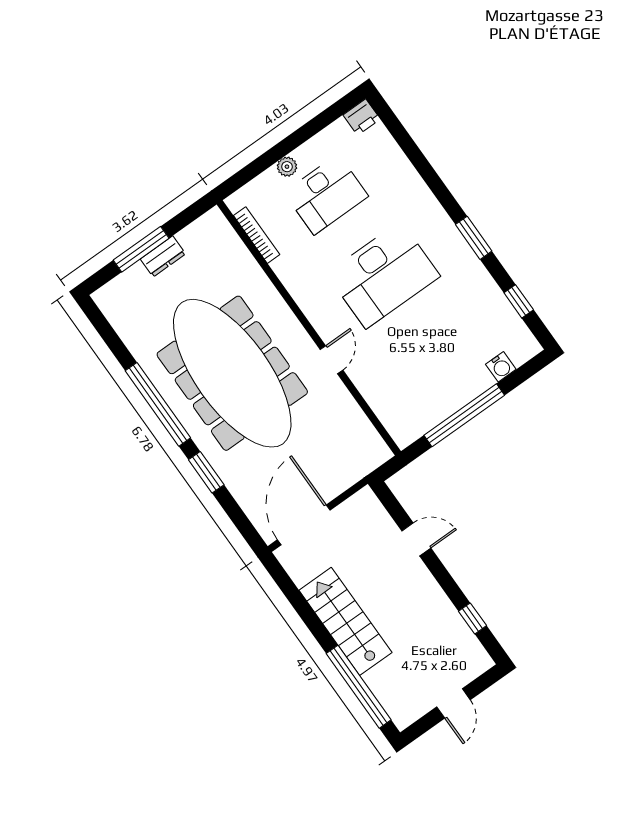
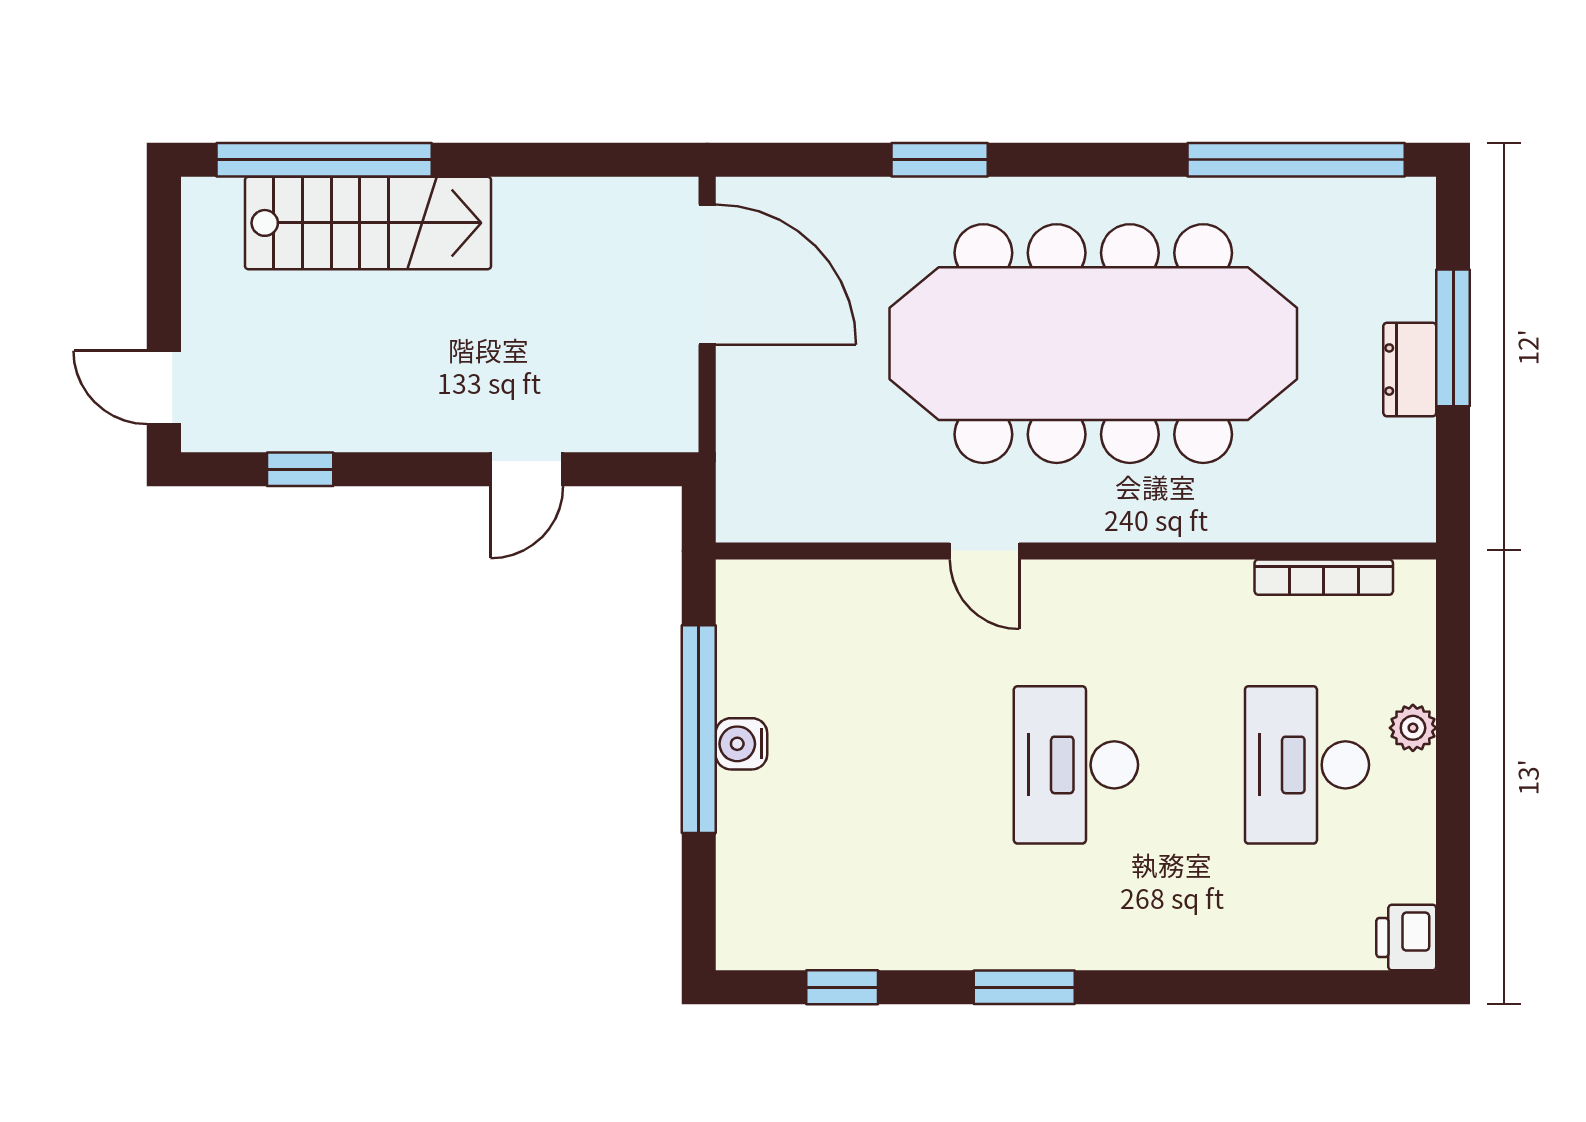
desk: (383, 275) -> (1076, 765), width x0.73, depth x0.77
water cooler: (501, 367) -> (741, 744), moved
window: (158, 404) -> (1296, 160), moved
stairs: (345, 621) -> (368, 223), moved
door: (453, 703) -> (164, 387), moved

